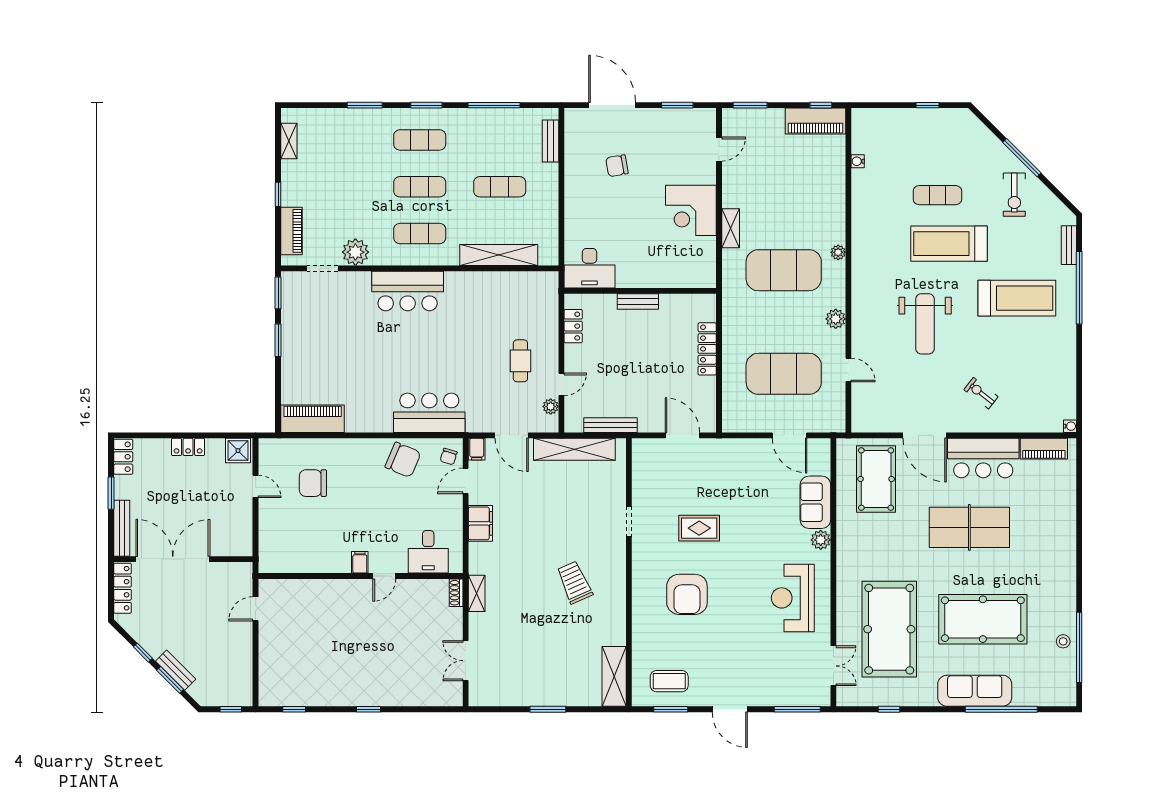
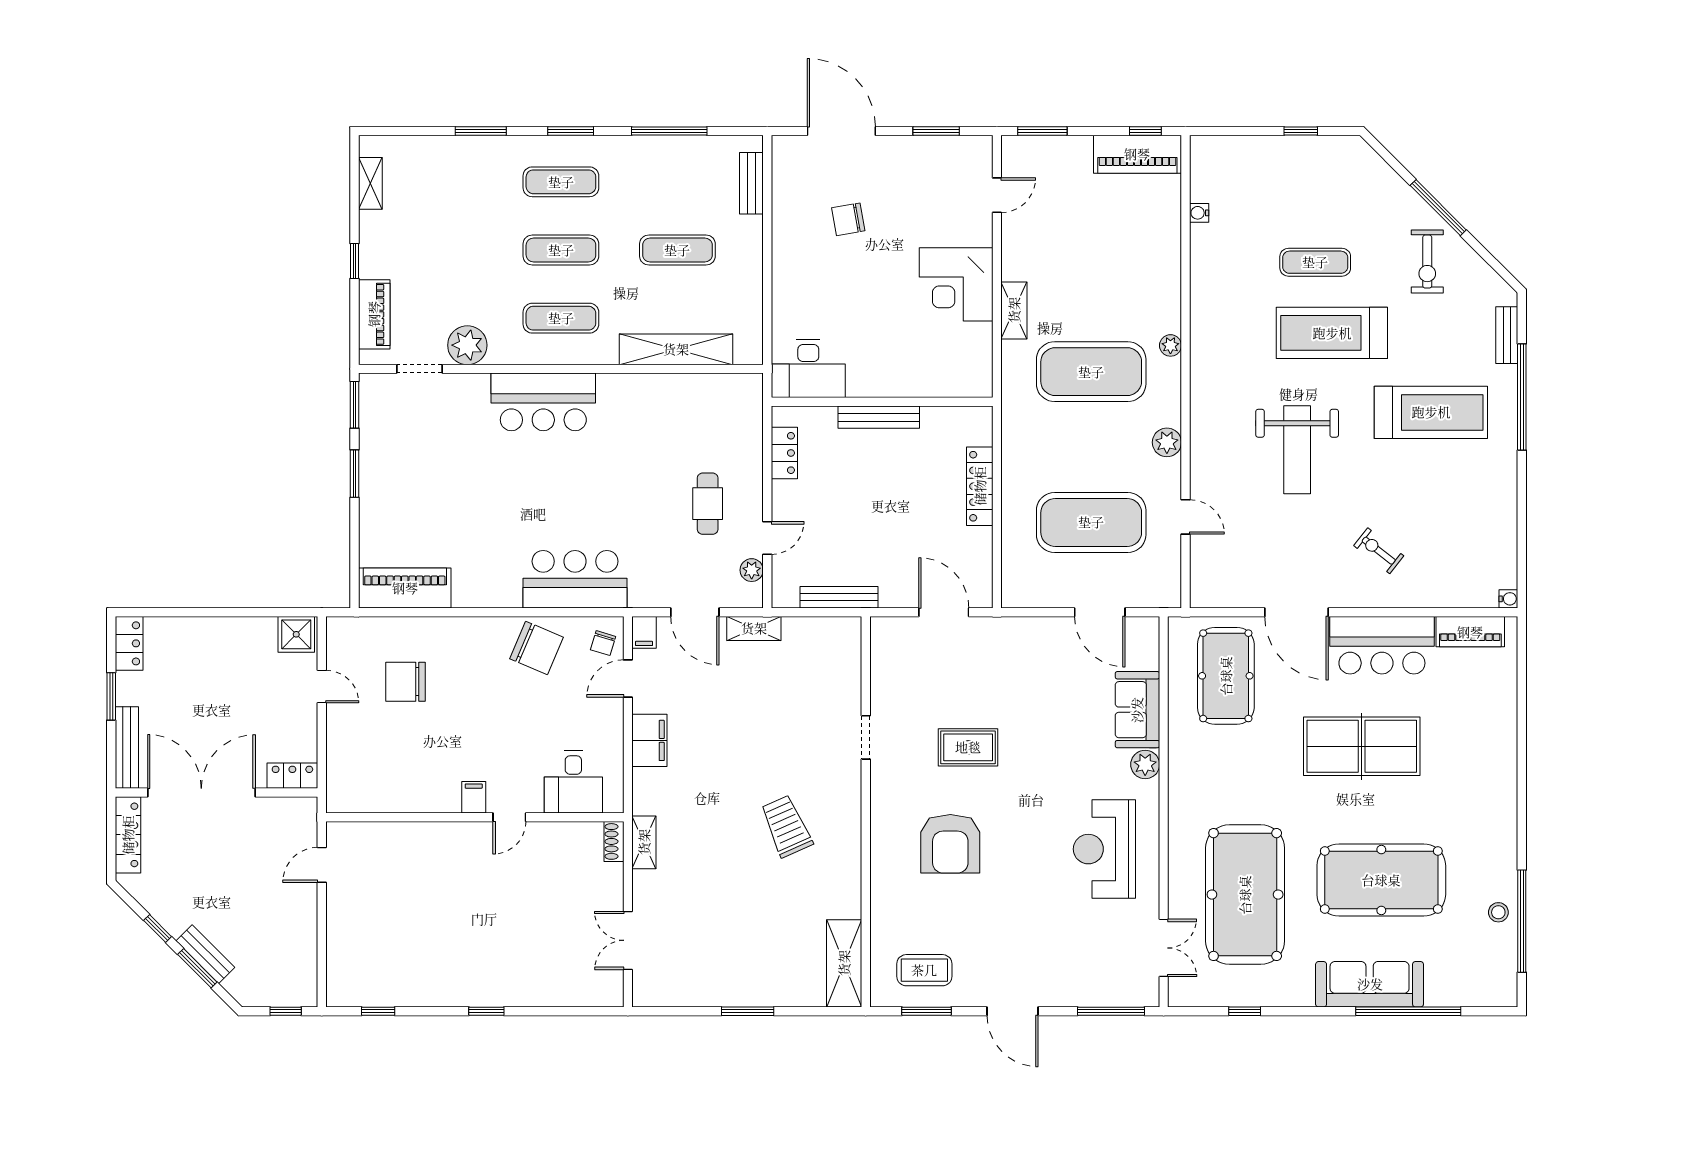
bench: (638, 301) -> (879, 417), width x1.36
locker: (188, 447) -> (292, 776), moved, turned 180
shelving: (574, 449) -> (754, 628), width x0.45, depth x0.75

